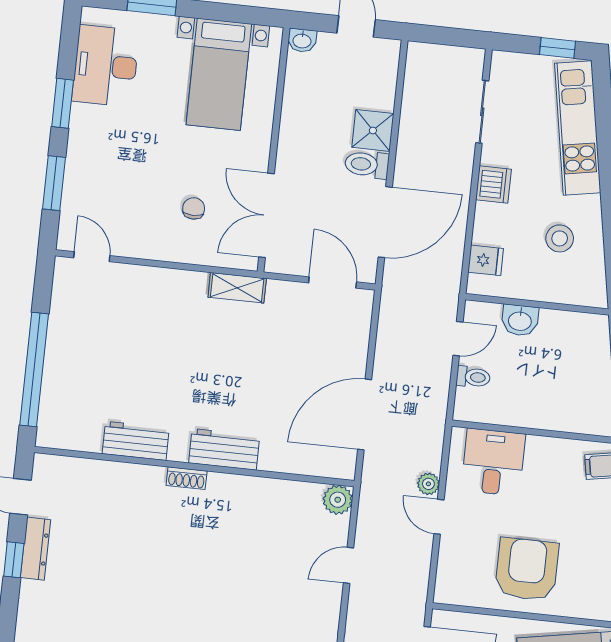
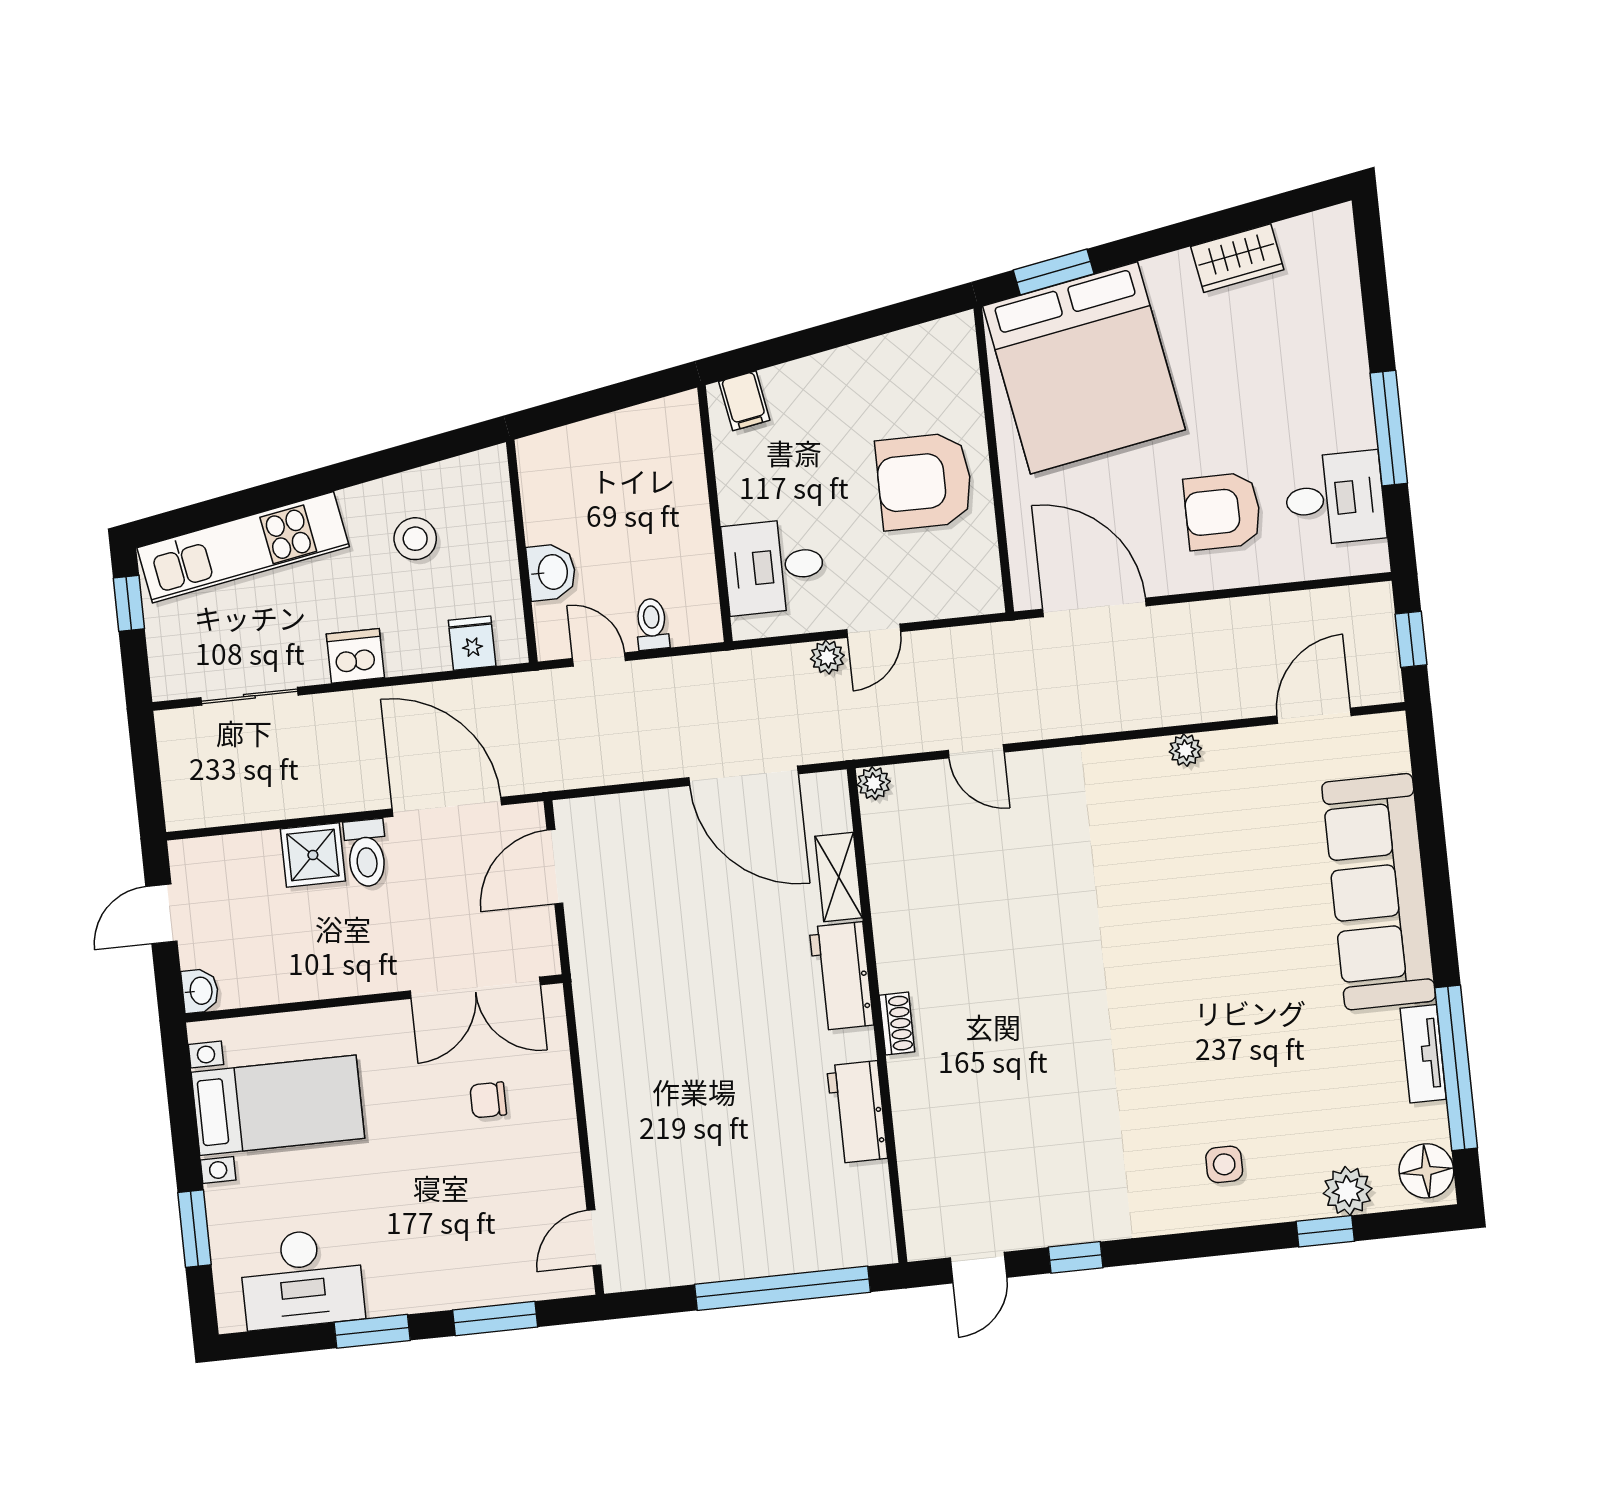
shelving: (237, 288) -> (839, 877), moved
plant: (338, 500) -> (874, 783), width x0.73, depth x0.73
dresser: (36, 549) -> (1052, 1228), removed

